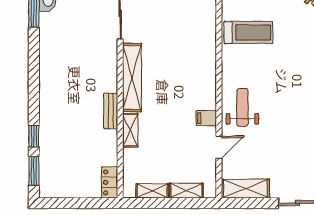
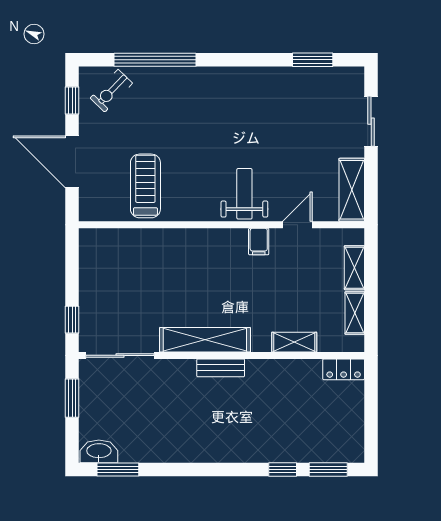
weight bench: (242, 107) -> (244, 194), turned 90
bench: (111, 111) -> (221, 368), moved
shelving: (130, 130) -> (294, 342), moved
door: (219, 147) -> (297, 225), hinge flipped

